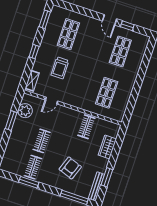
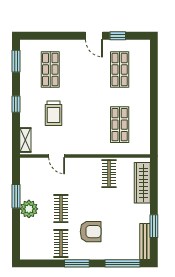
door: (52, 101) -> (57, 156), hinge flipped
plant: (25, 111) -> (29, 209), moved
wardrobe: (107, 147) -> (142, 183), width x1.50
armchair: (70, 168) -> (91, 232), moved, turned 70
window: (29, 182) -> (77, 263), moved

